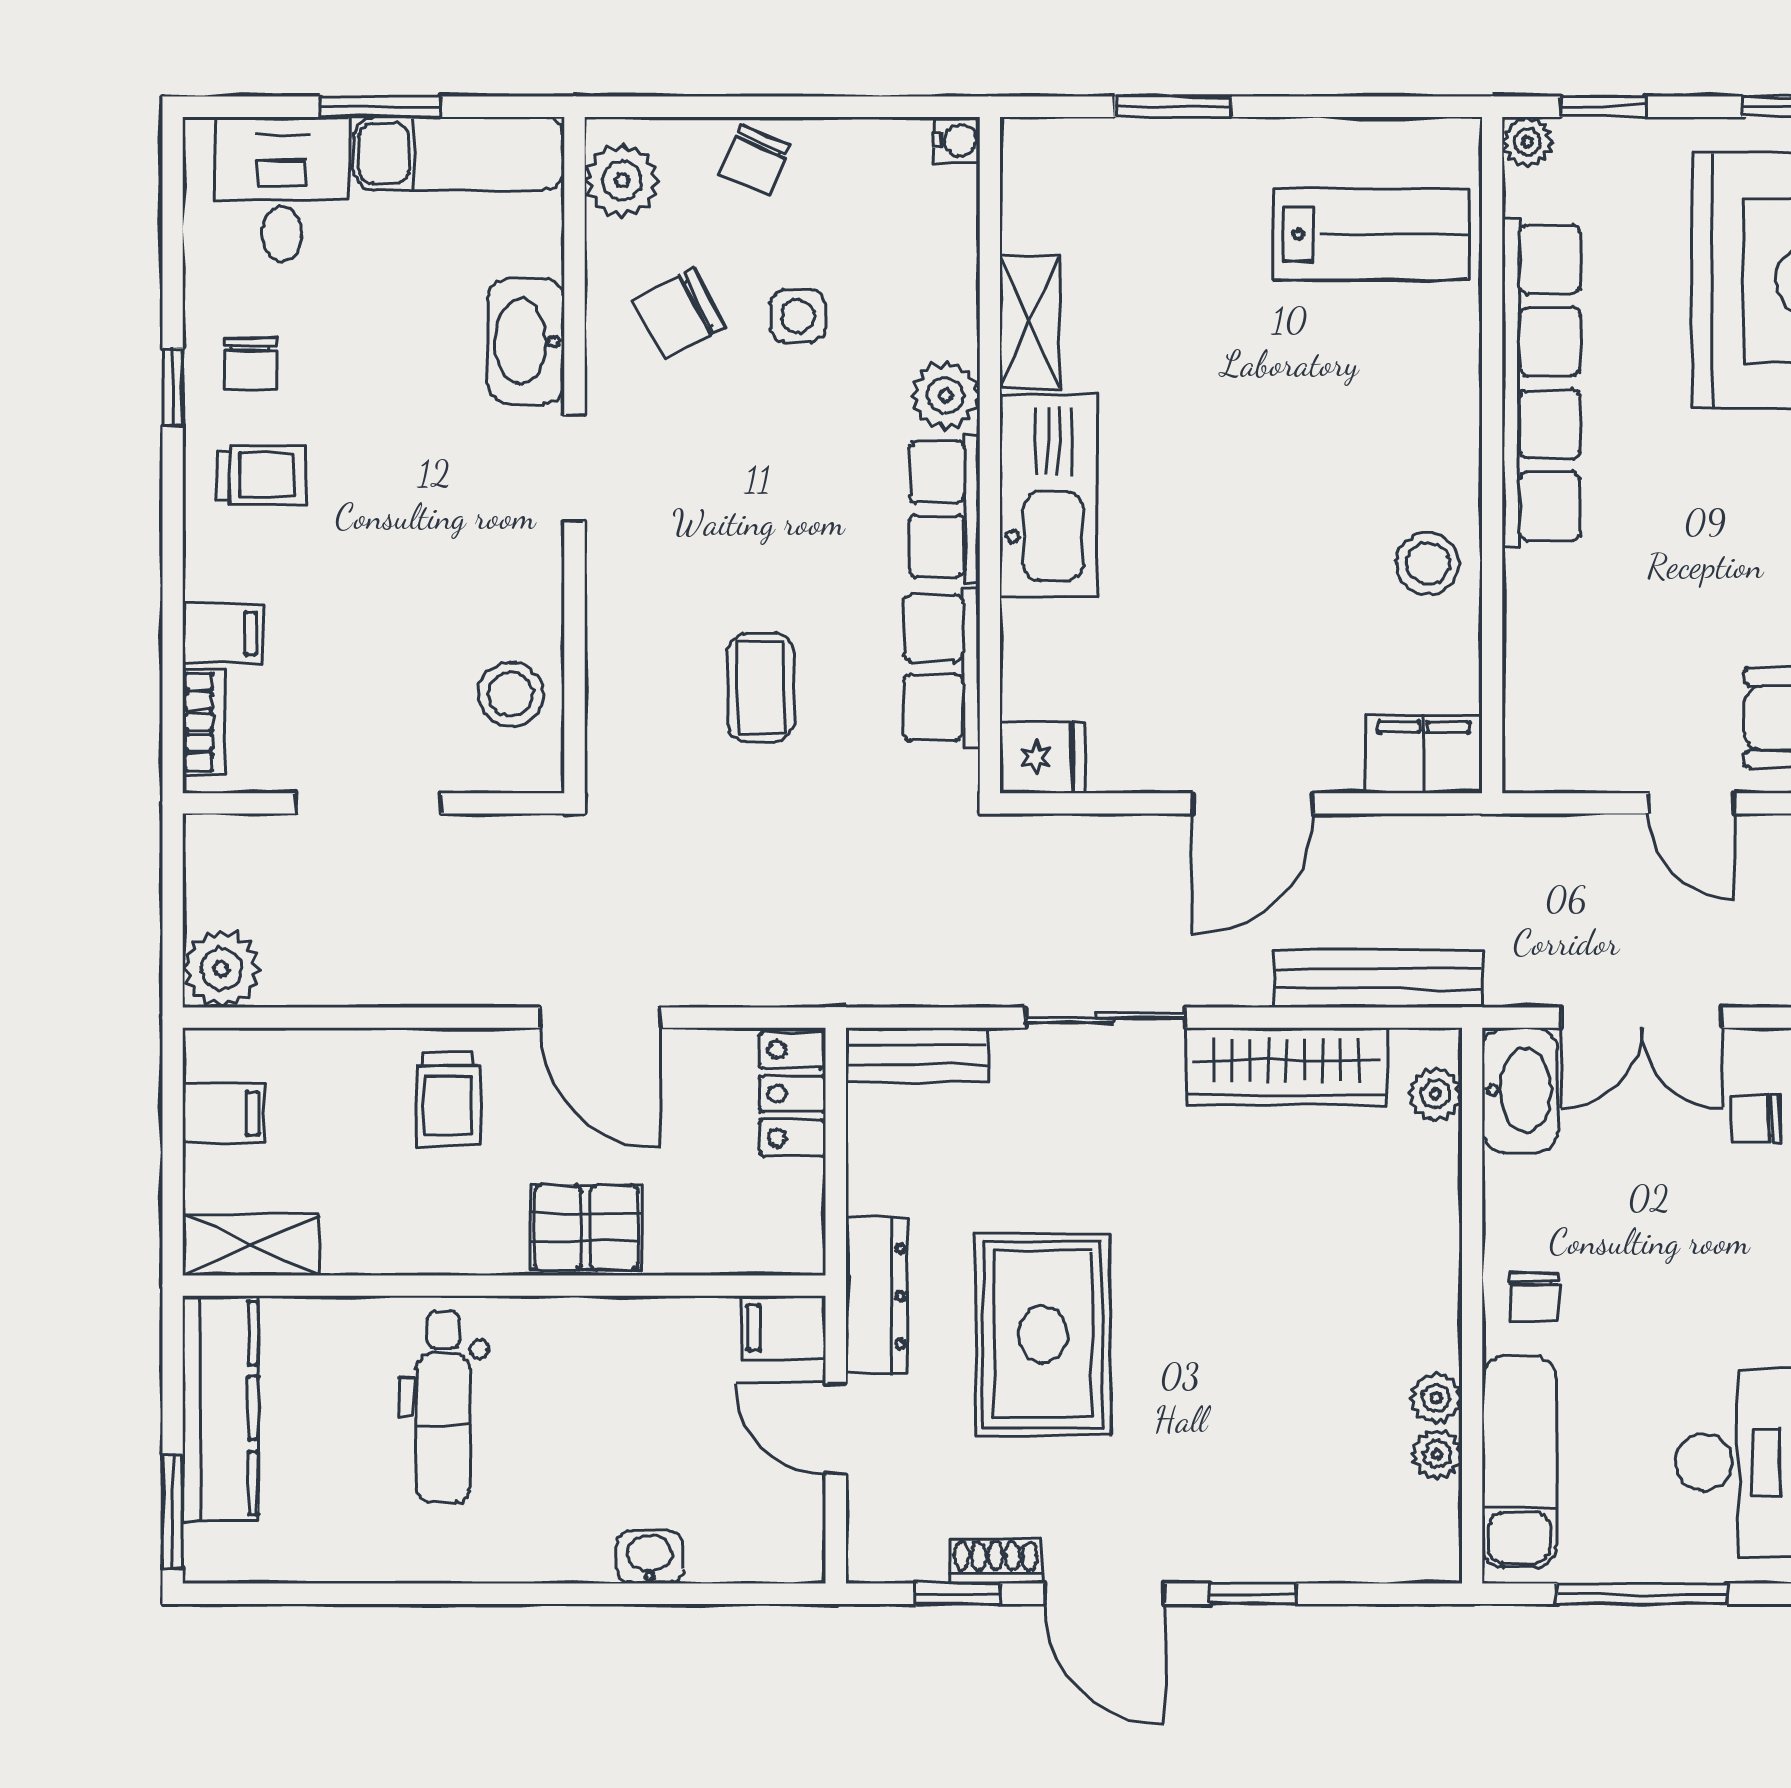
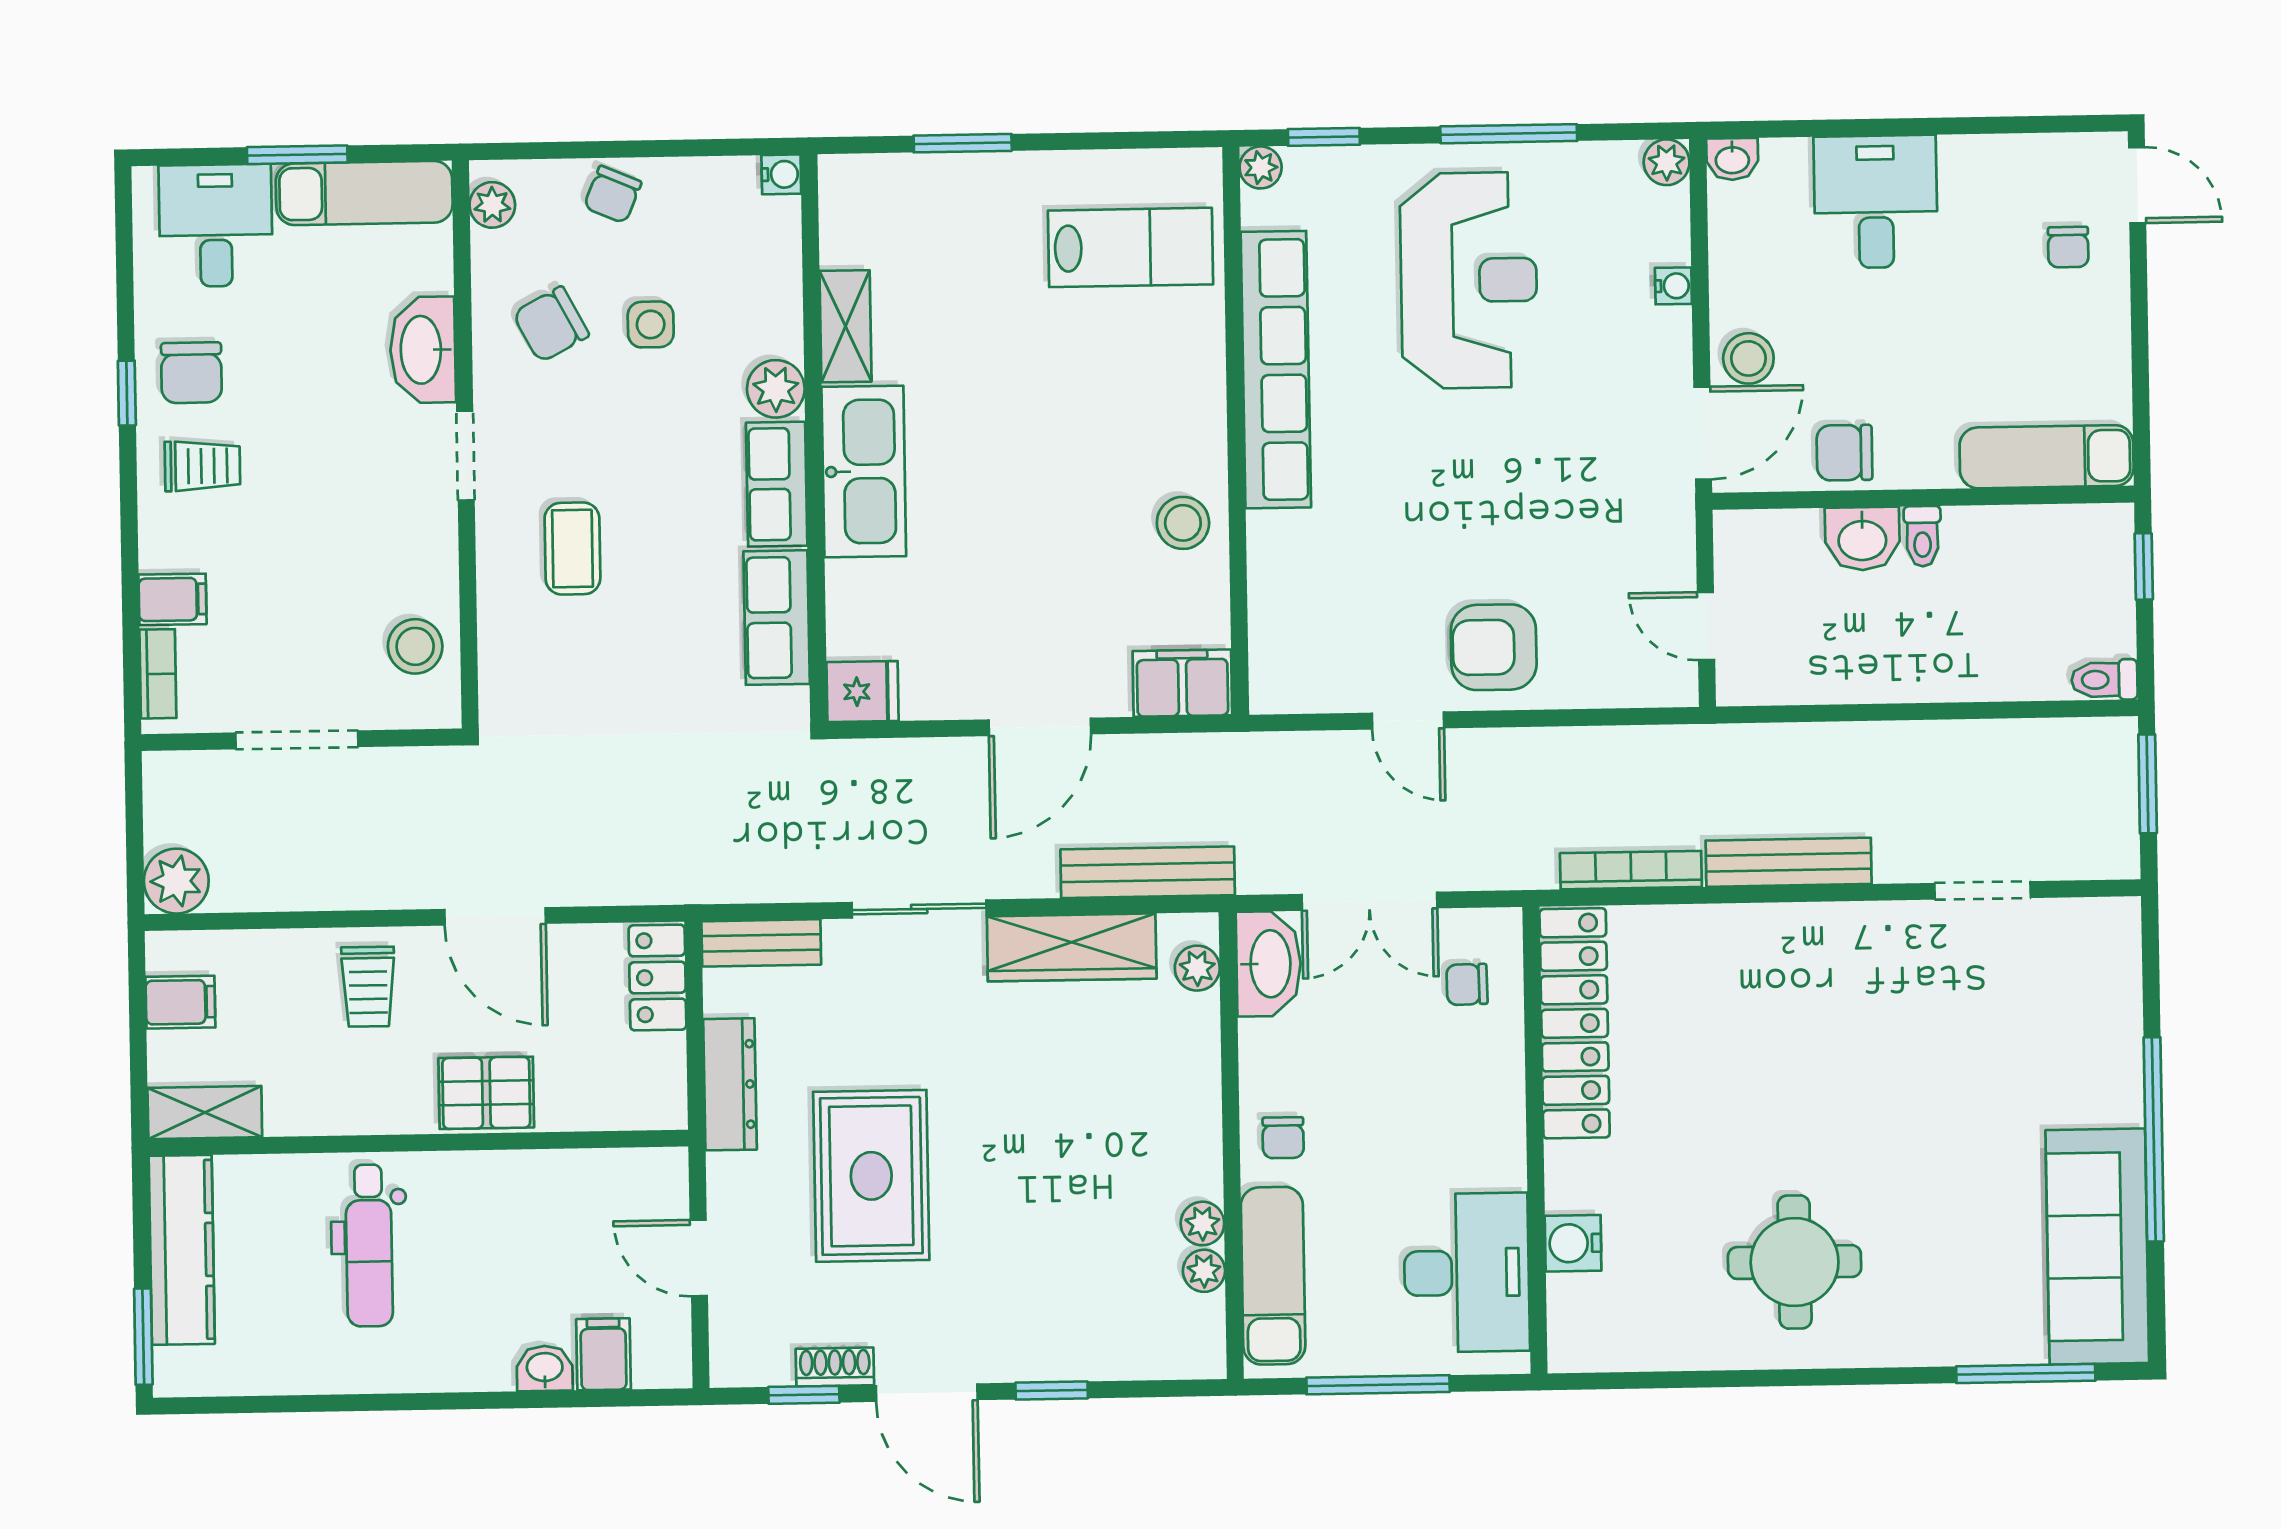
plant: (622, 181) -> (492, 205), width x0.73, depth x0.73
chair: (250, 364) -> (191, 373), width x1.37, depth x1.37
coffee table: (761, 688) -> (572, 549), moved
dresser: (876, 1296) -> (730, 1084), moved
filing cabinet: (783, 1327) -> (603, 1354), moved, turned 90

